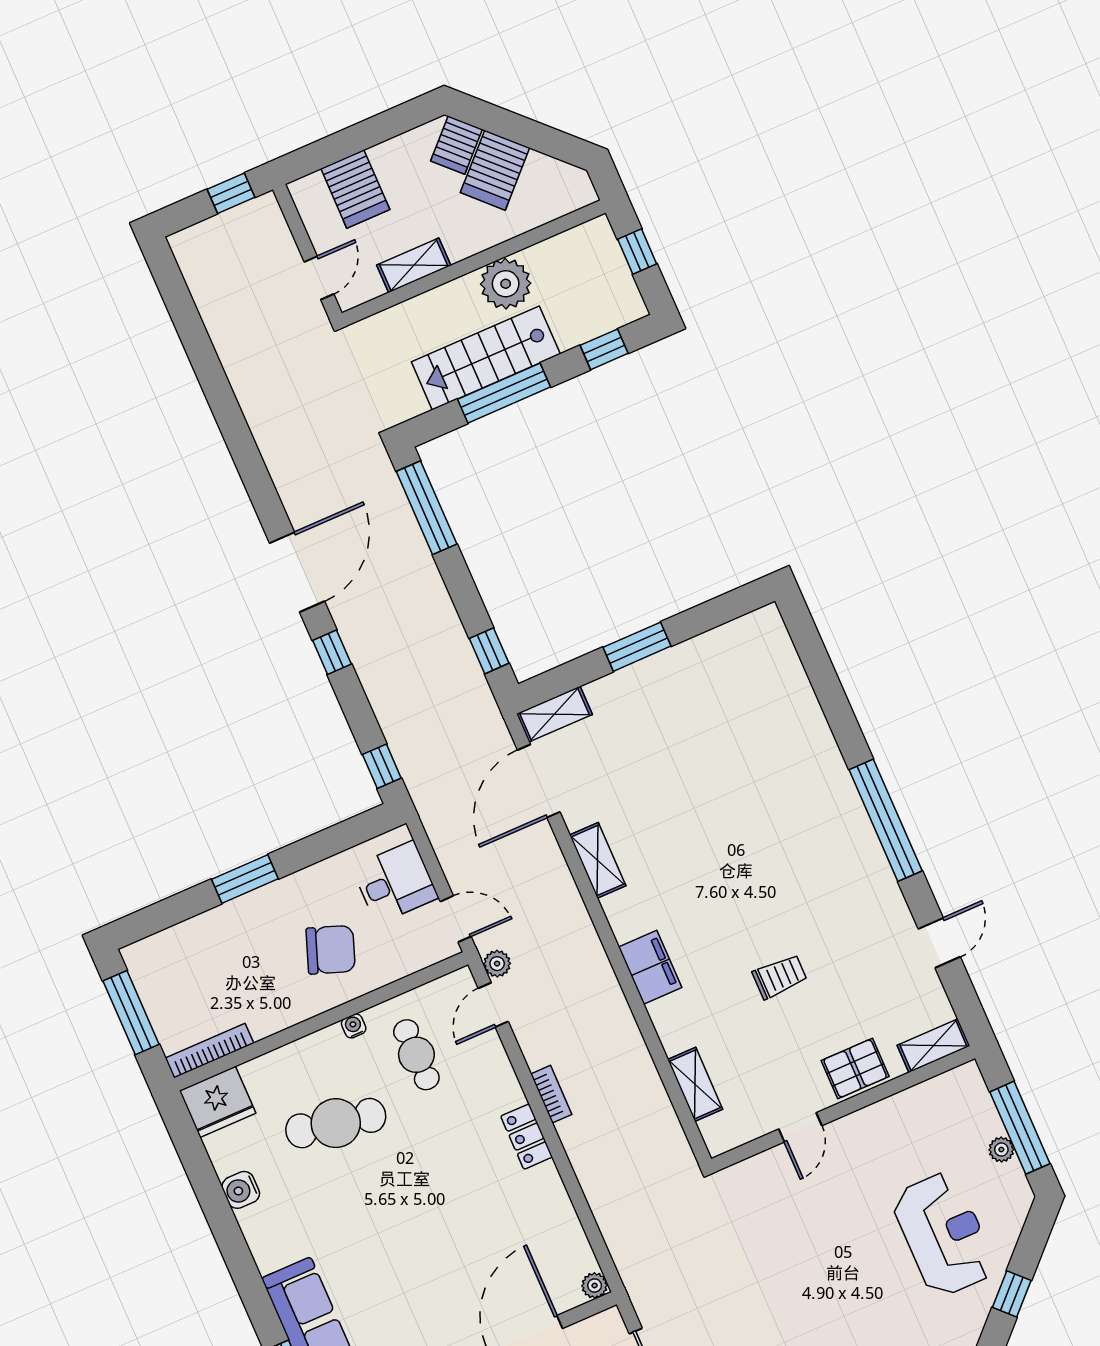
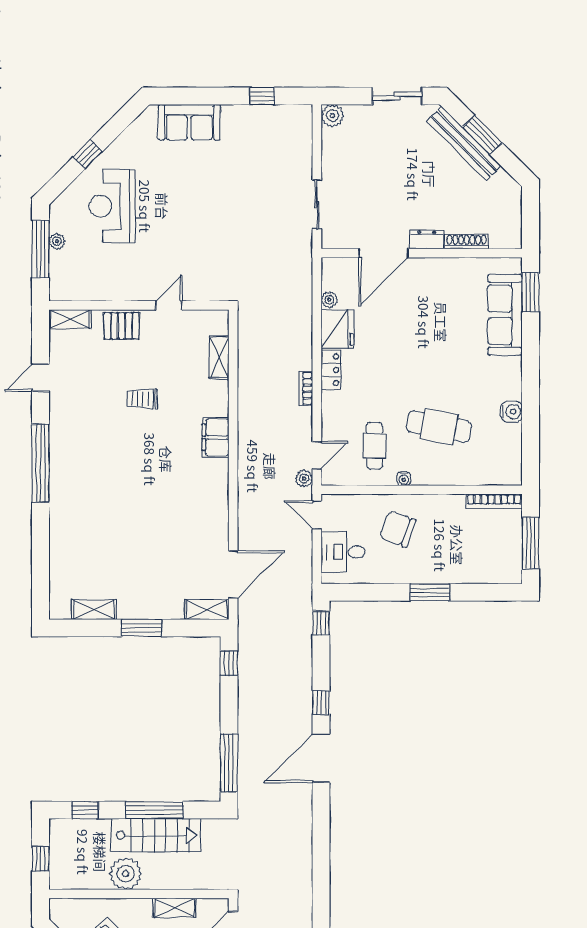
shelving: (598, 860) -> (94, 610), moved, turned 90
fridge: (218, 1102) -> (338, 329), moved, turned 90
plant: (595, 1286) -> (329, 300), moved

